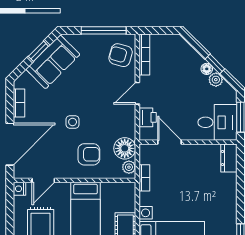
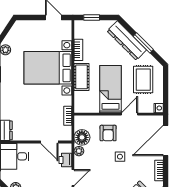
armchair: (89, 154) -> (108, 133), turned -90
plant: (129, 167) -> (79, 151), moved
door: (43, 180) -> (129, 114), moved

